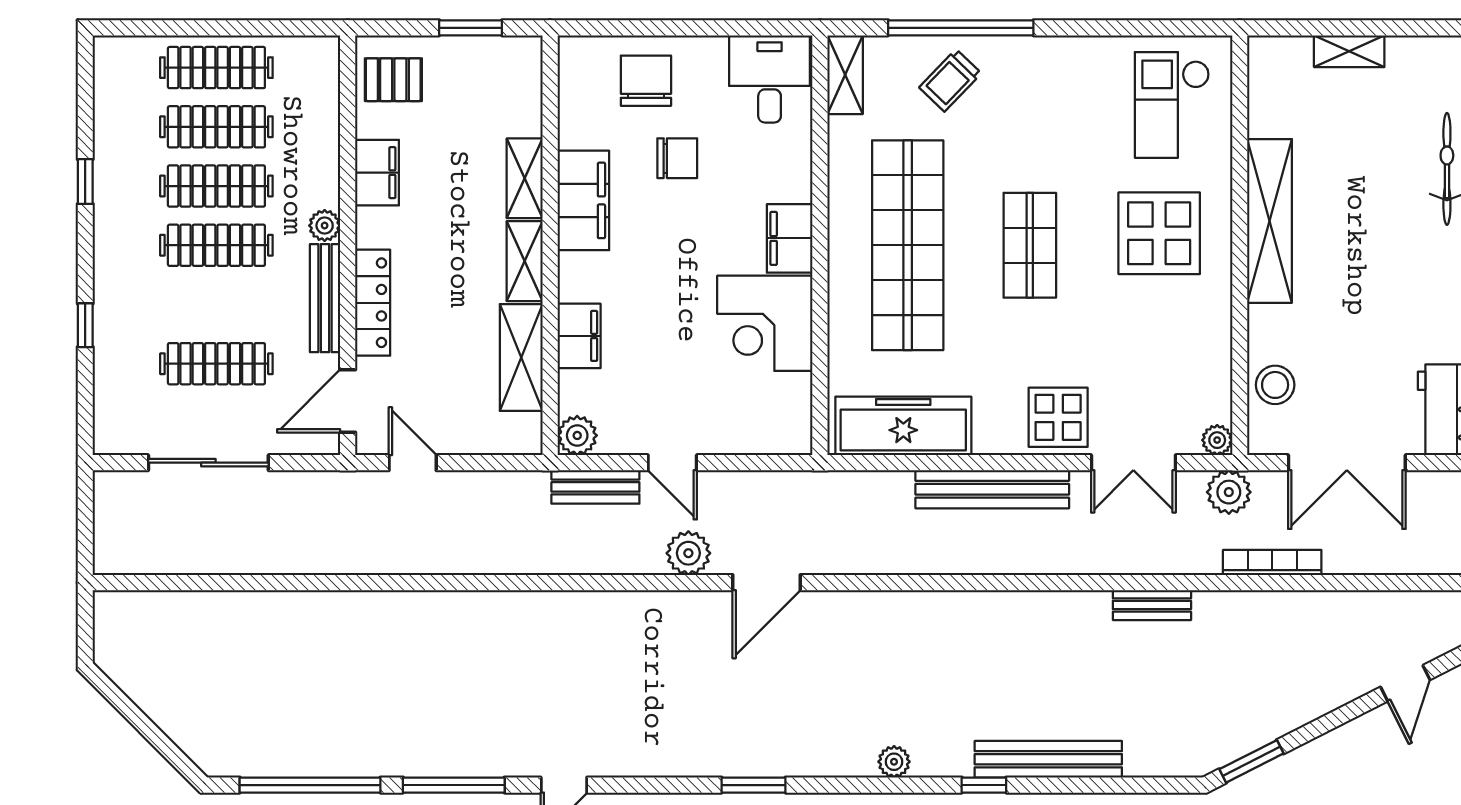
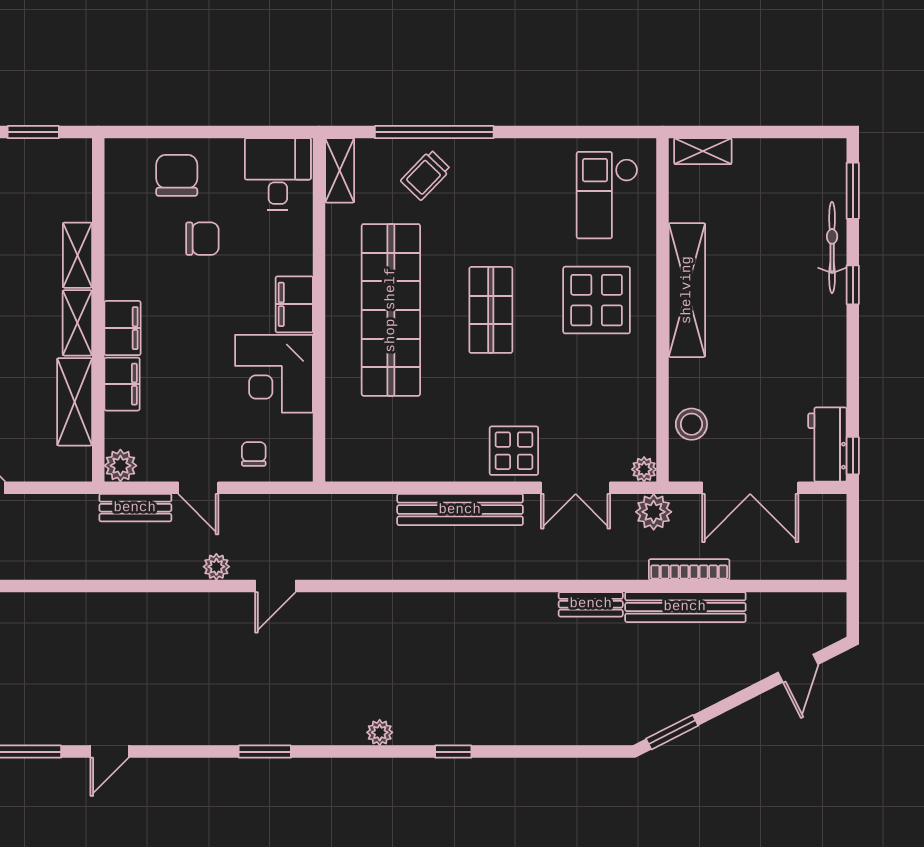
shelving: (1349, 51) -> (703, 151), moved
filing cabinet: (583, 200) -> (122, 328), moved, width x0.67, depth x0.86
chair: (740, 421) -> (254, 454), added
freezer: (903, 426) -> (387, 458), removed
plant: (688, 553) -> (216, 567), width x0.73, depth x0.73
door: (767, 583) -> (275, 586), width x0.73
bench: (1048, 759) -> (685, 607), moved

